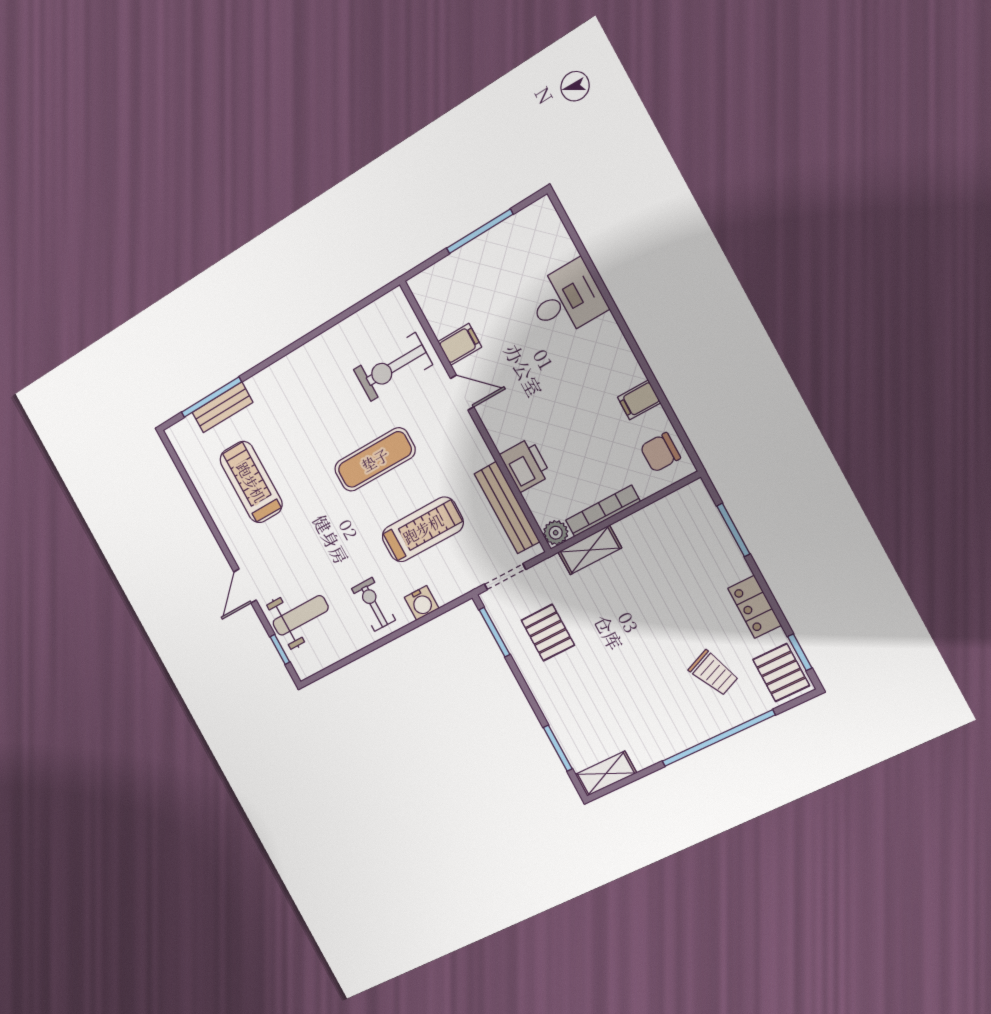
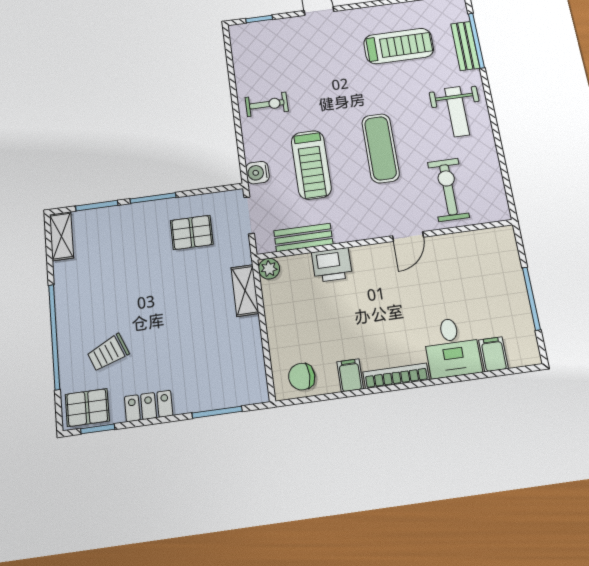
filing cabinet: (460, 344) -> (494, 354), moved, turned 180
chair: (660, 452) -> (302, 377), turned -90
bench: (507, 508) -> (303, 237), width x0.73
bookcase: (603, 511) -> (396, 376), moved, turned -90
water cooler: (422, 603) -> (257, 173), moved
weight bench: (301, 615) -> (457, 112), moved
window: (494, 632) -> (153, 198), moved

